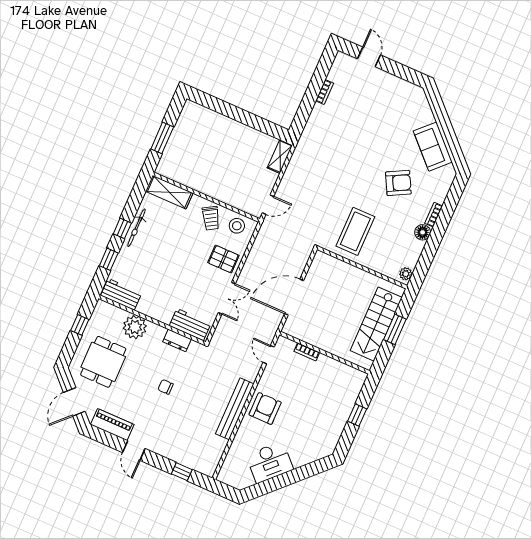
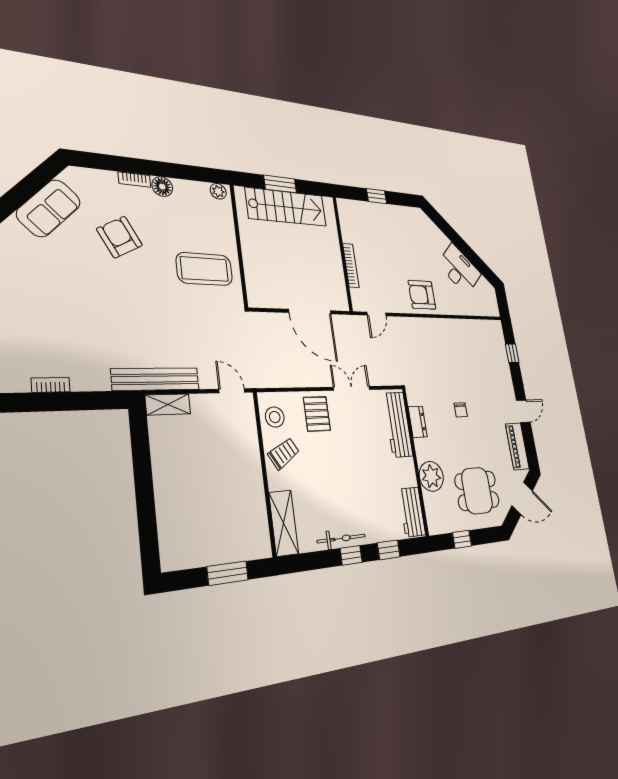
workbench: (190, 325) -> (398, 425), width x1.38
bookcase: (307, 352) -> (351, 265), width x1.56
bench: (235, 409) -> (156, 379), moved

